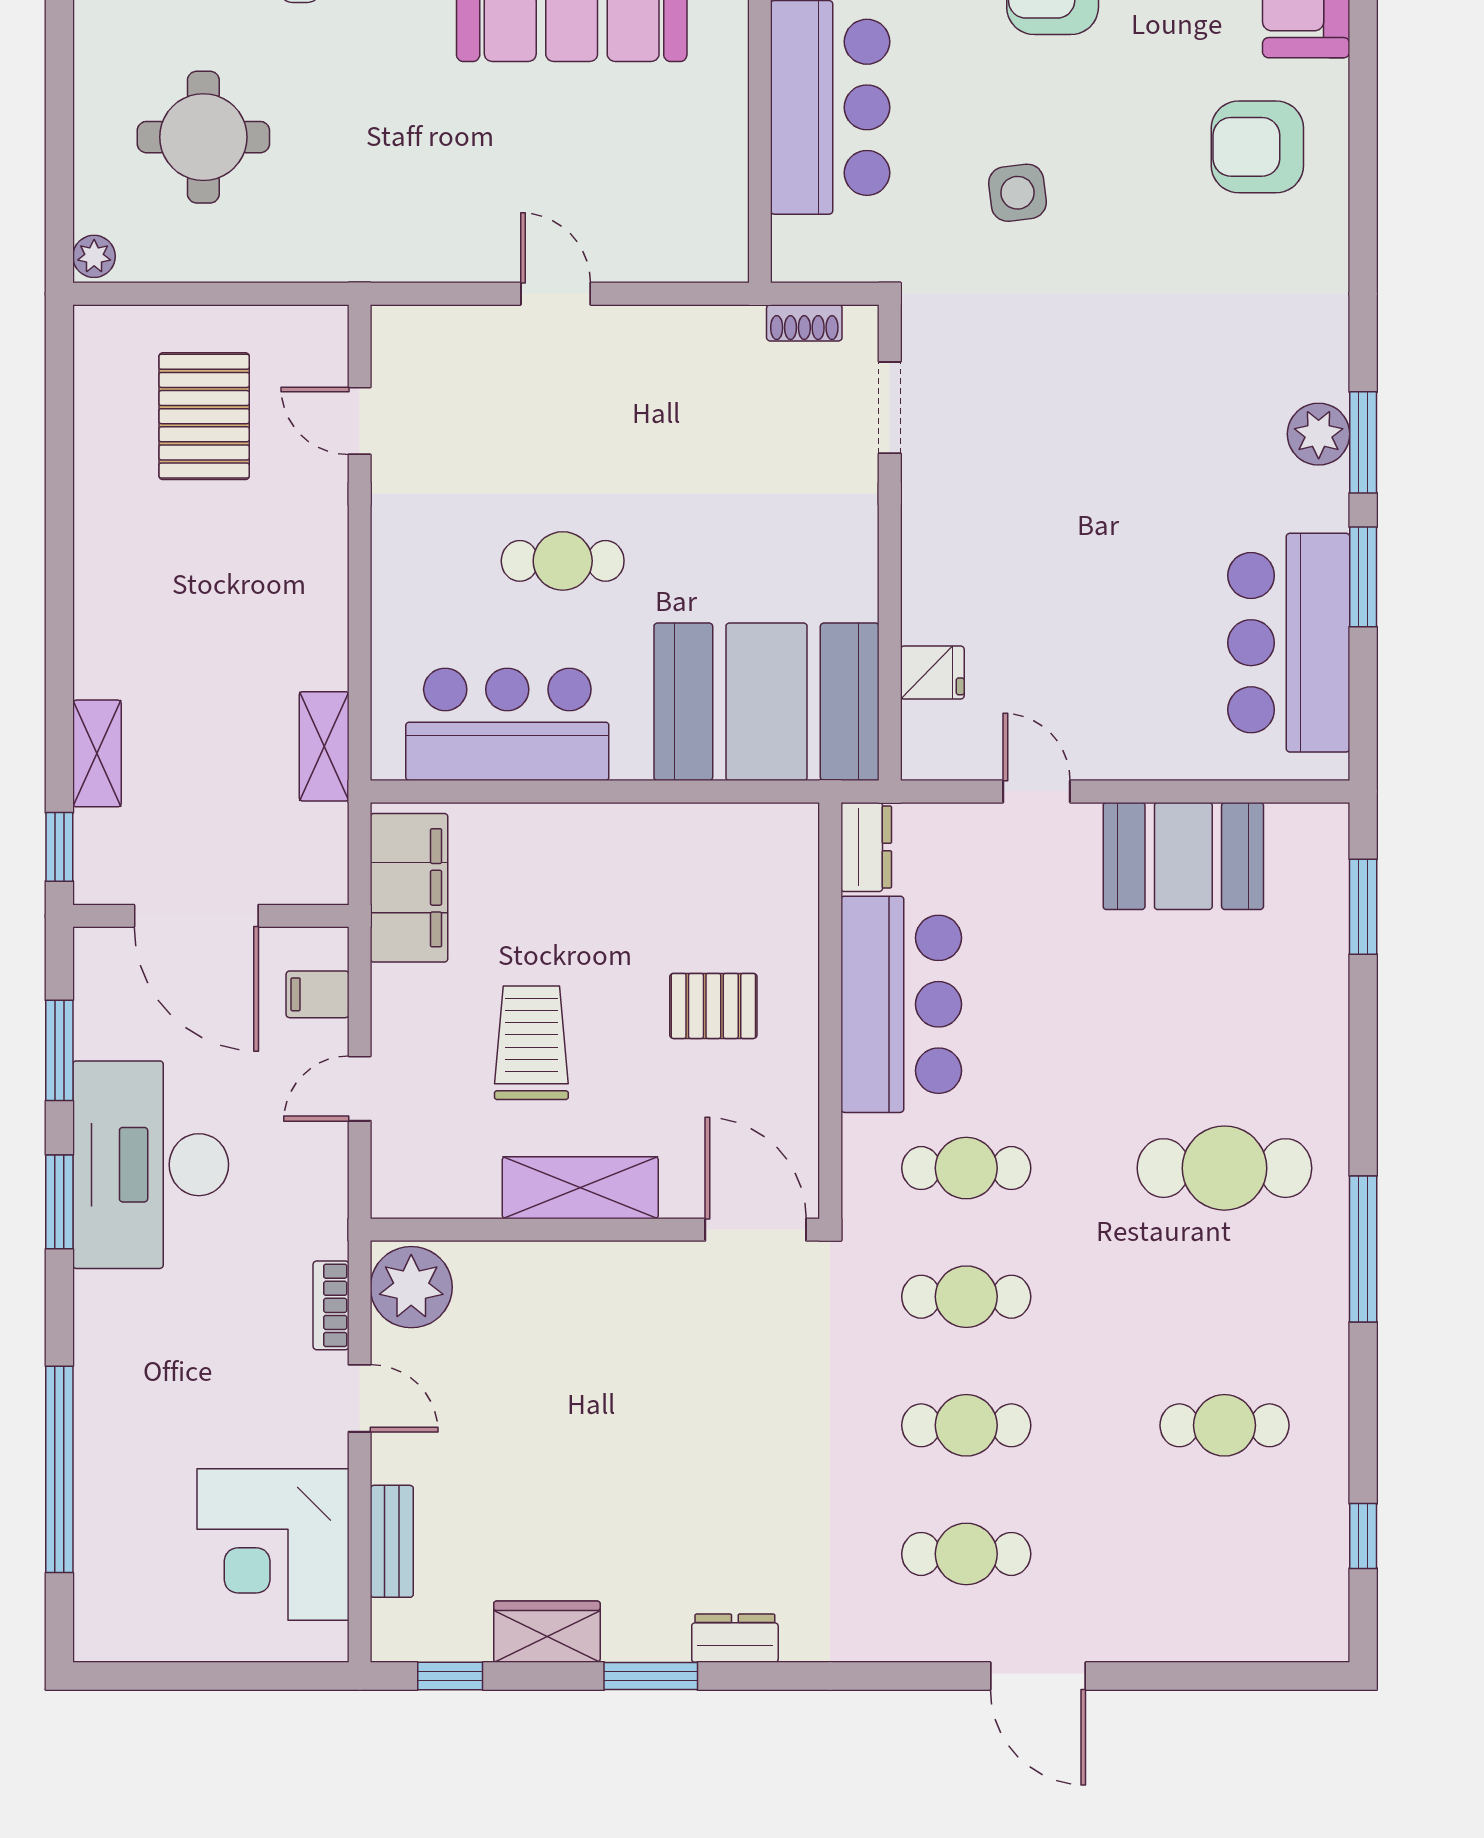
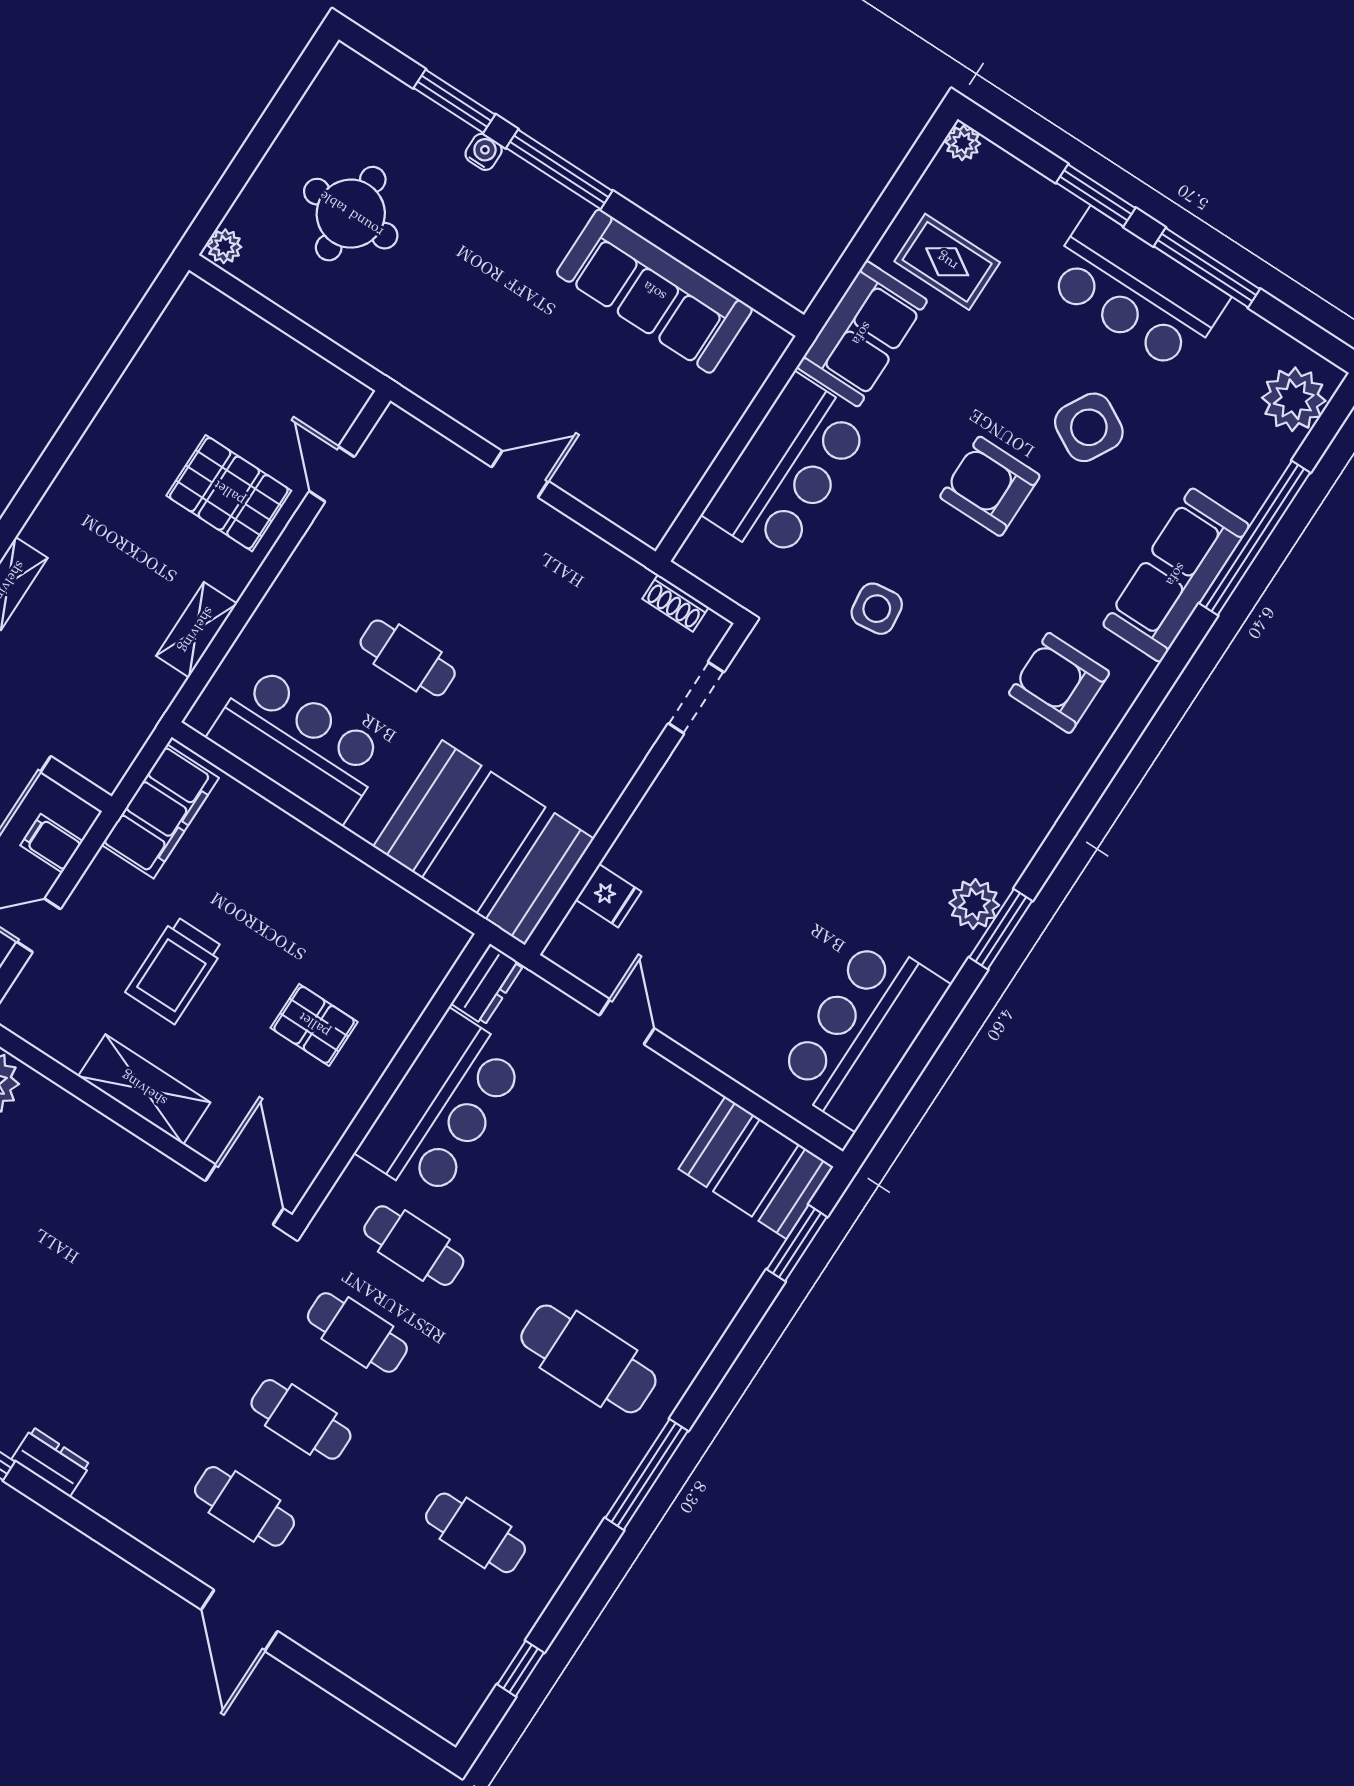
door: (556, 294) -> (520, 474), hinge flipped
pallet: (204, 416) -> (229, 493), moved, turned 90
window: (1363, 577) -> (942, 1020), removed
shelving: (324, 746) -> (197, 630), moved
booth: (1183, 856) -> (756, 1168), moved
trolley: (531, 1043) -> (175, 970), turned 180

